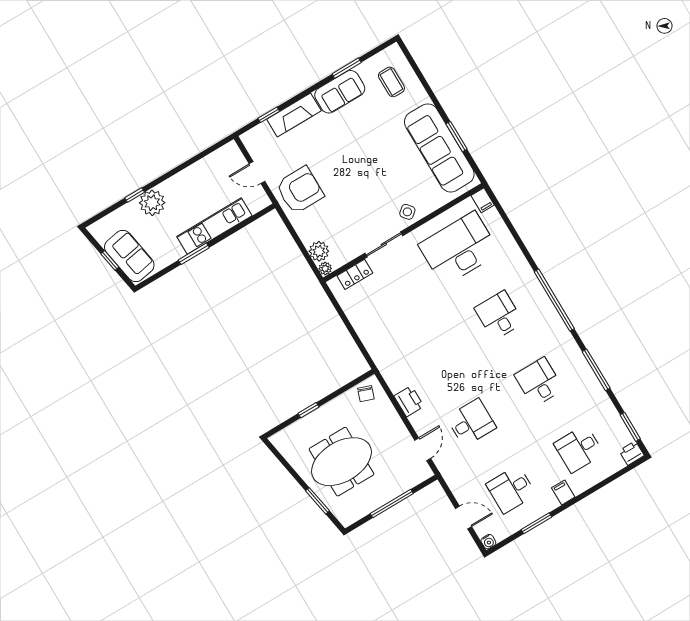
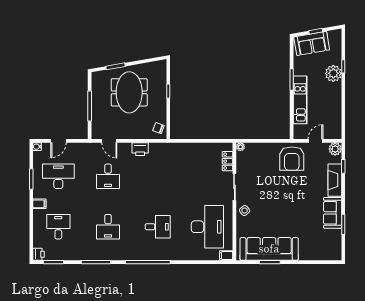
coffee table: (391, 82) -> (321, 244), removed
plant: (319, 251) -> (335, 149), moved
desk: (539, 382) -> (108, 227), turned 90
desk: (511, 489) -> (58, 176), width x1.37

